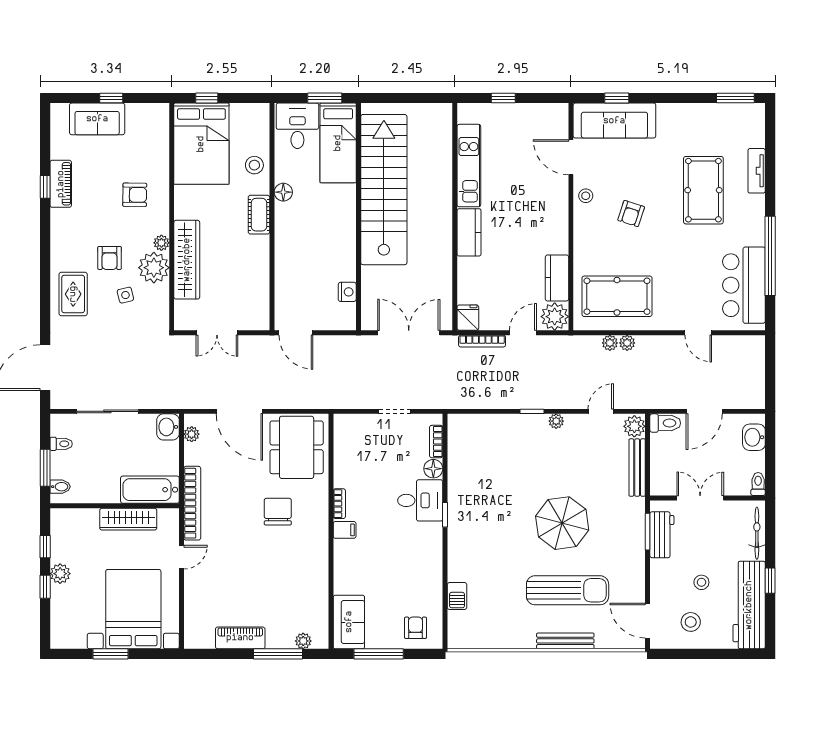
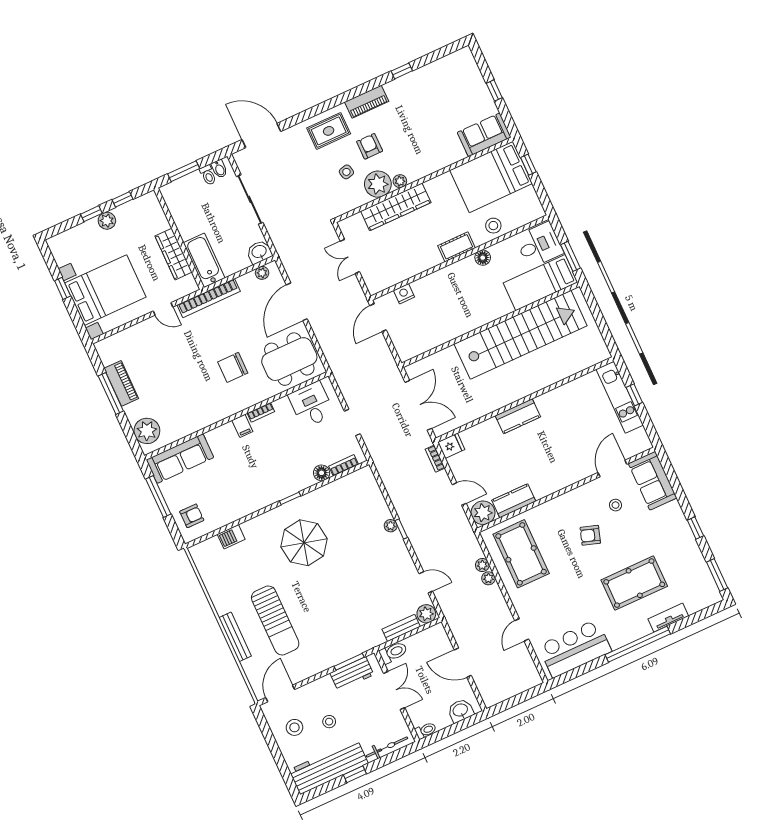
window: (617, 98) -> (695, 528), moved
sofa: (97, 119) -> (484, 135), moved, turned 90
sofa: (614, 121) -> (653, 481), width x0.73
kitchen unit: (469, 166) -> (620, 397), moved, turned 90
piano: (61, 184) -> (367, 102), moved
armchair: (135, 195) -> (428, 143), removed
stool: (586, 196) -> (616, 505), moved
window: (770, 256) -> (638, 644), moved
armchair: (110, 258) -> (370, 146), turned 90
nightstand: (347, 292) -> (404, 294), moved, turned 180
bookcase: (482, 341) -> (435, 459), width x0.64
plant: (556, 421) -> (391, 526), moved
toilet: (665, 423) -> (393, 652), moved, turned -90
bench: (637, 468) -> (401, 628), width x0.73
bidet: (60, 487) -> (219, 169), moved
desk: (420, 500) -> (311, 405), moved, turned 180
chair: (278, 512) -> (233, 367), turned 180
parasol: (562, 523) -> (304, 543), moved
sofa: (349, 622) -> (180, 459), width x1.36
plant: (303, 641) -> (147, 431), width x1.88, depth x1.88
window: (111, 654) -> (63, 288), width x0.67
window: (278, 654) -> (111, 393), moved

